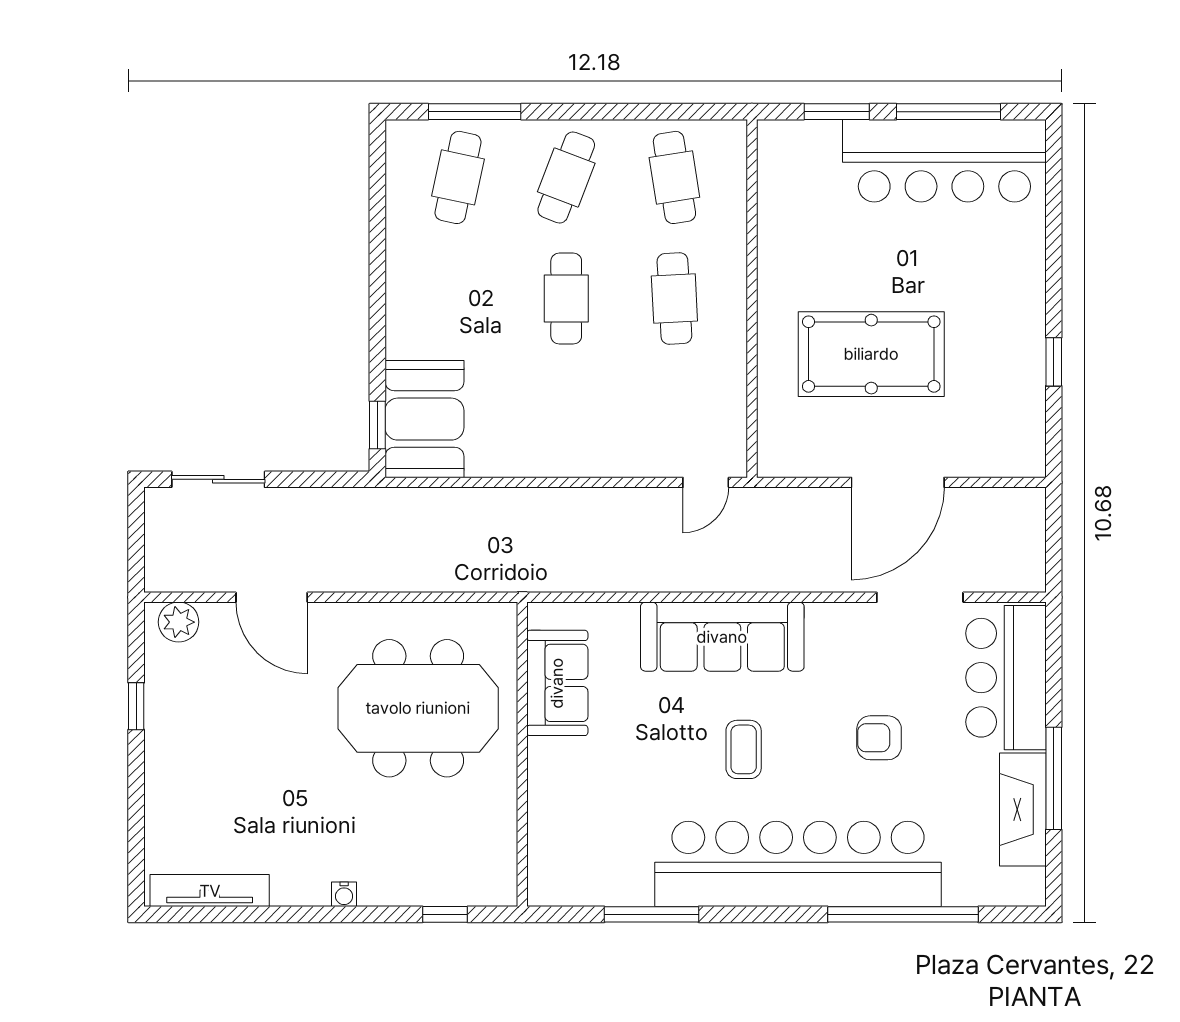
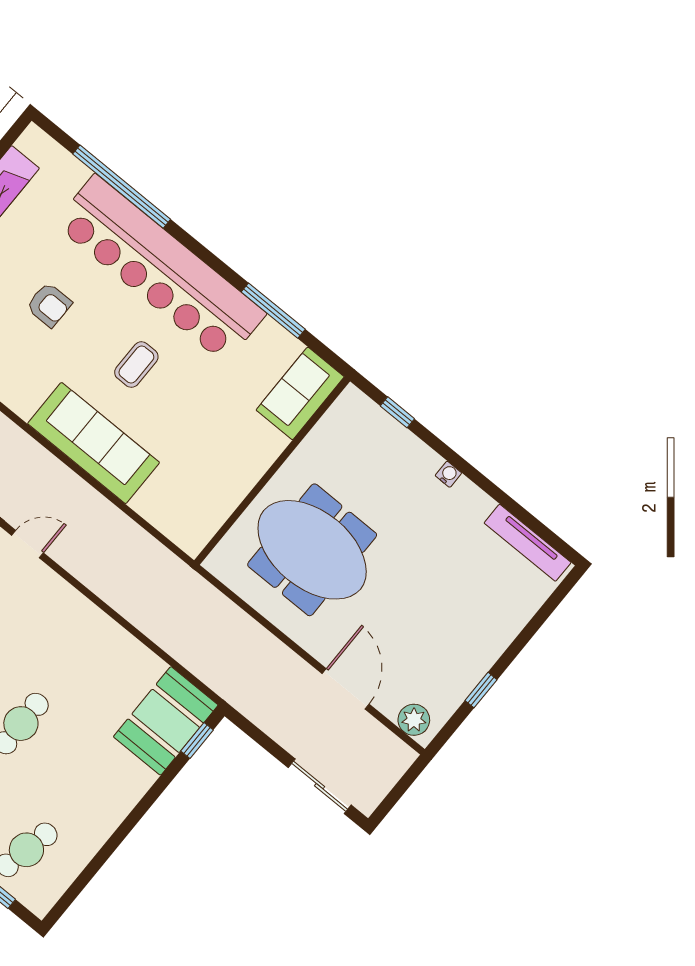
sofa: (557, 683) -> (300, 393), moved

